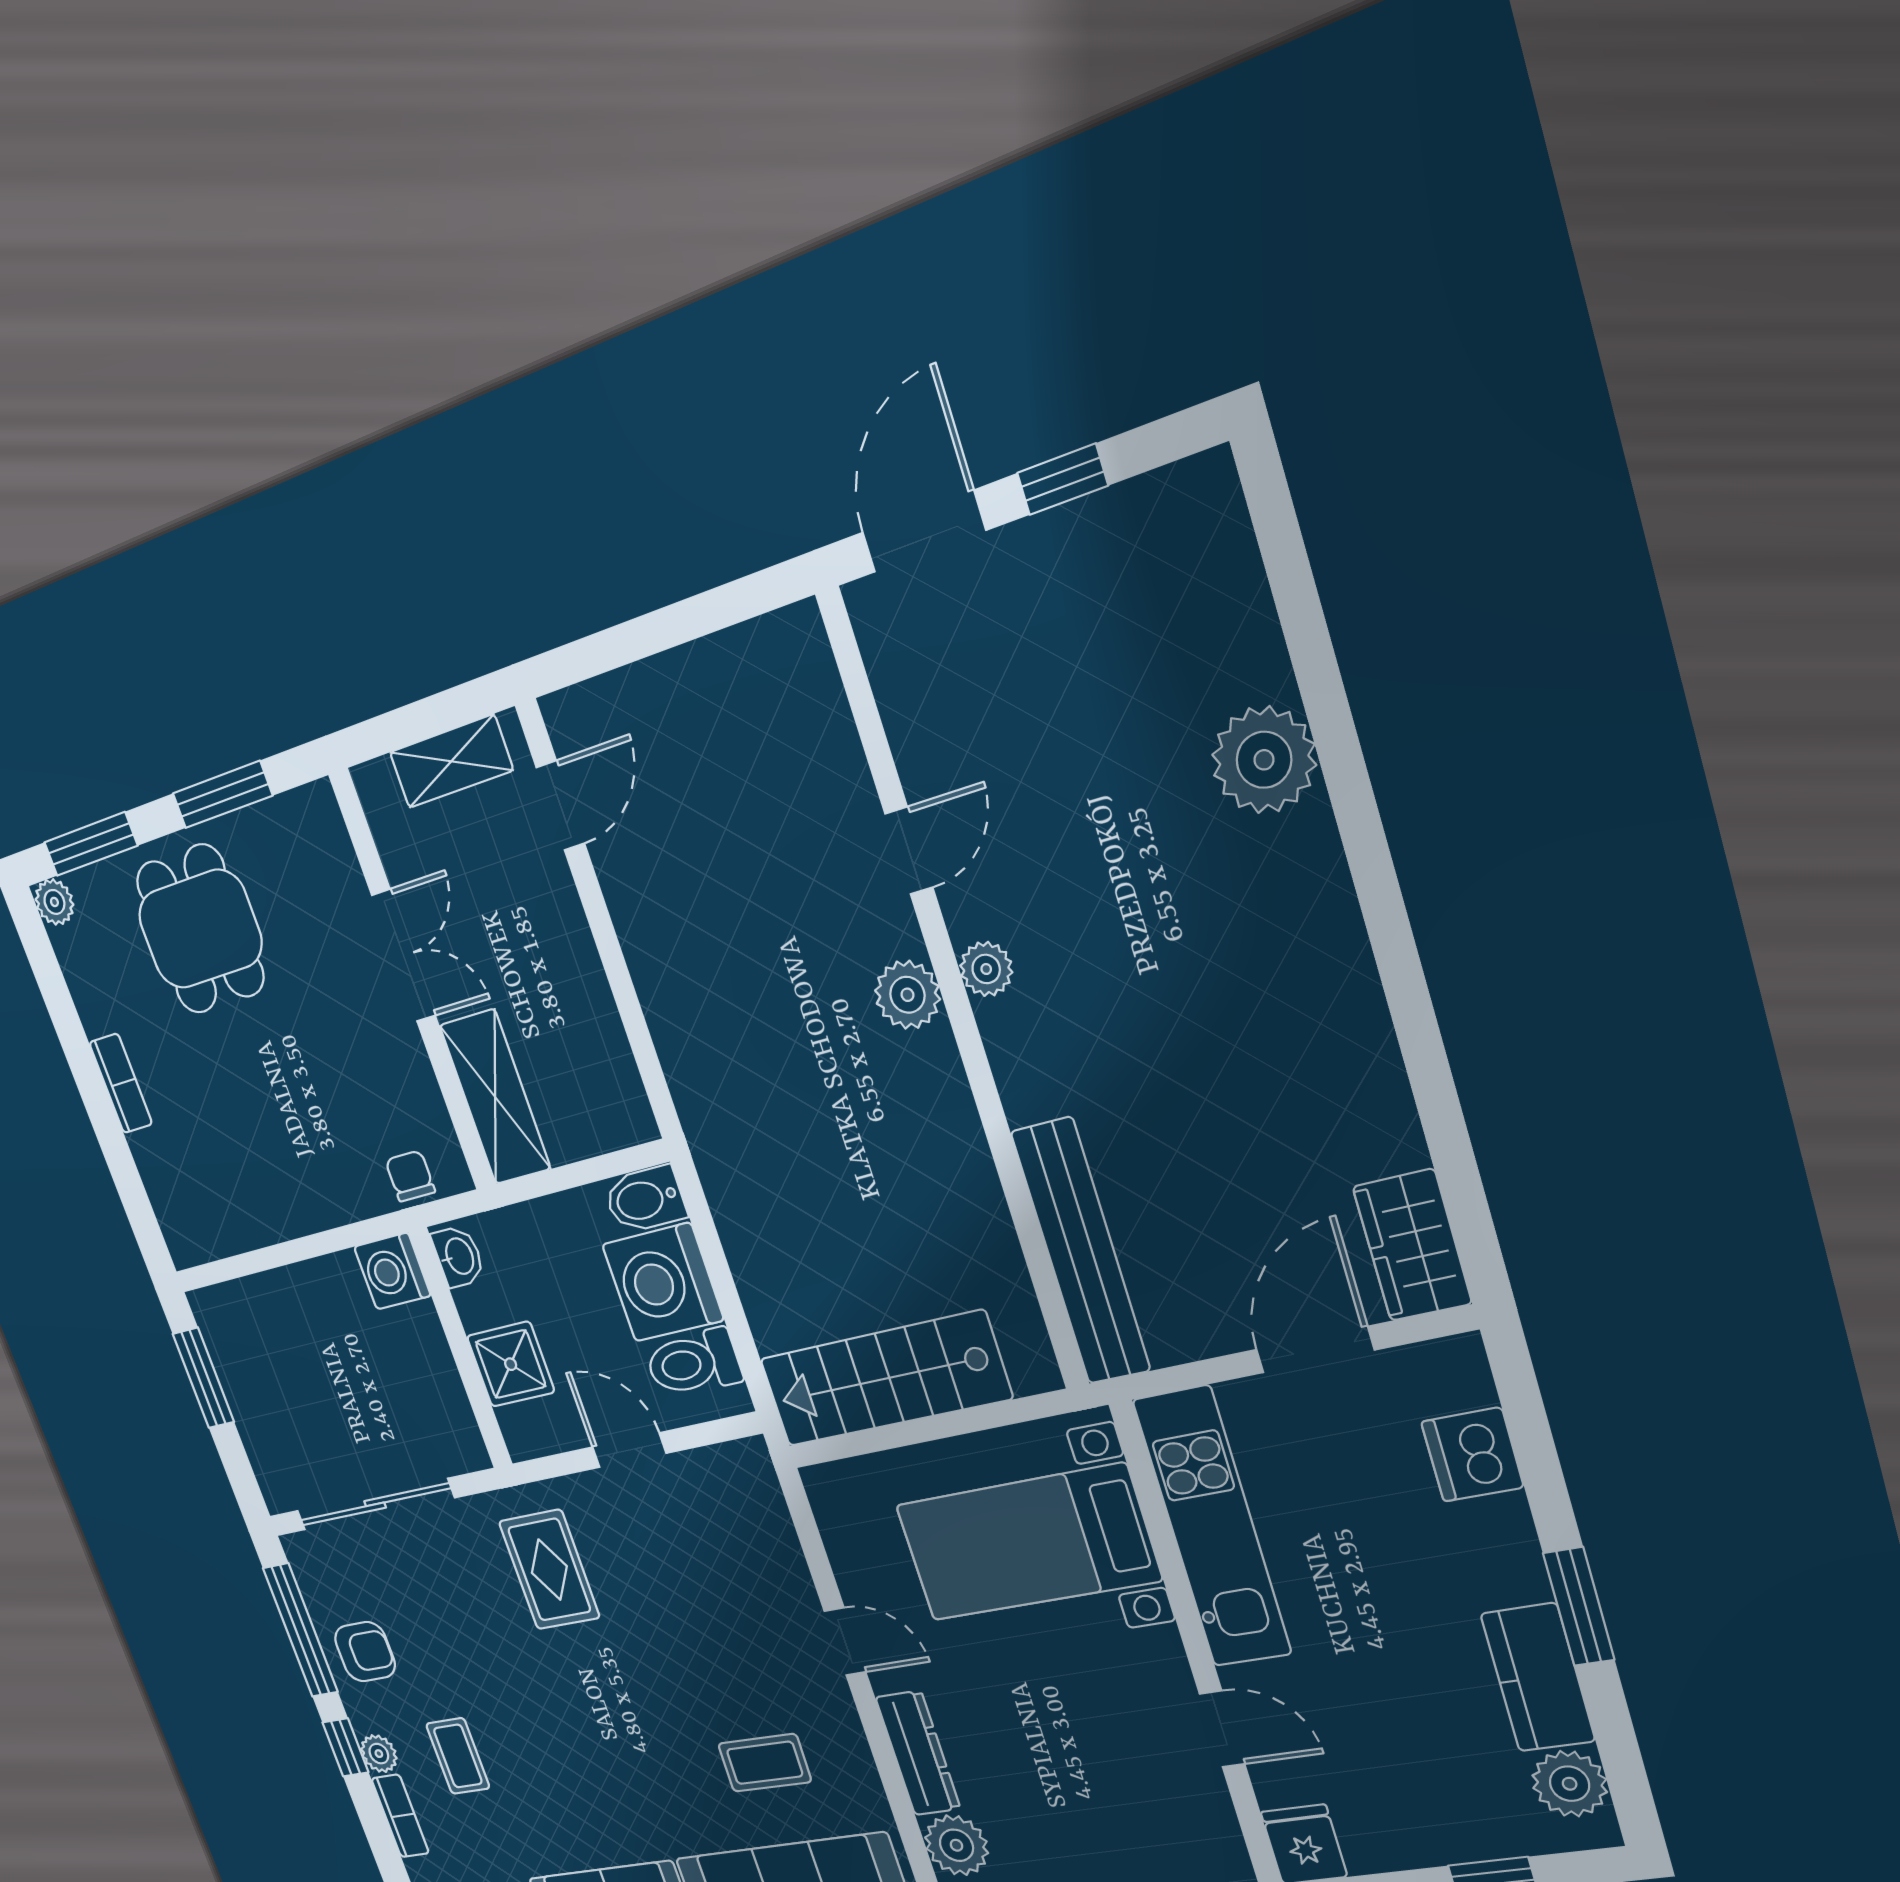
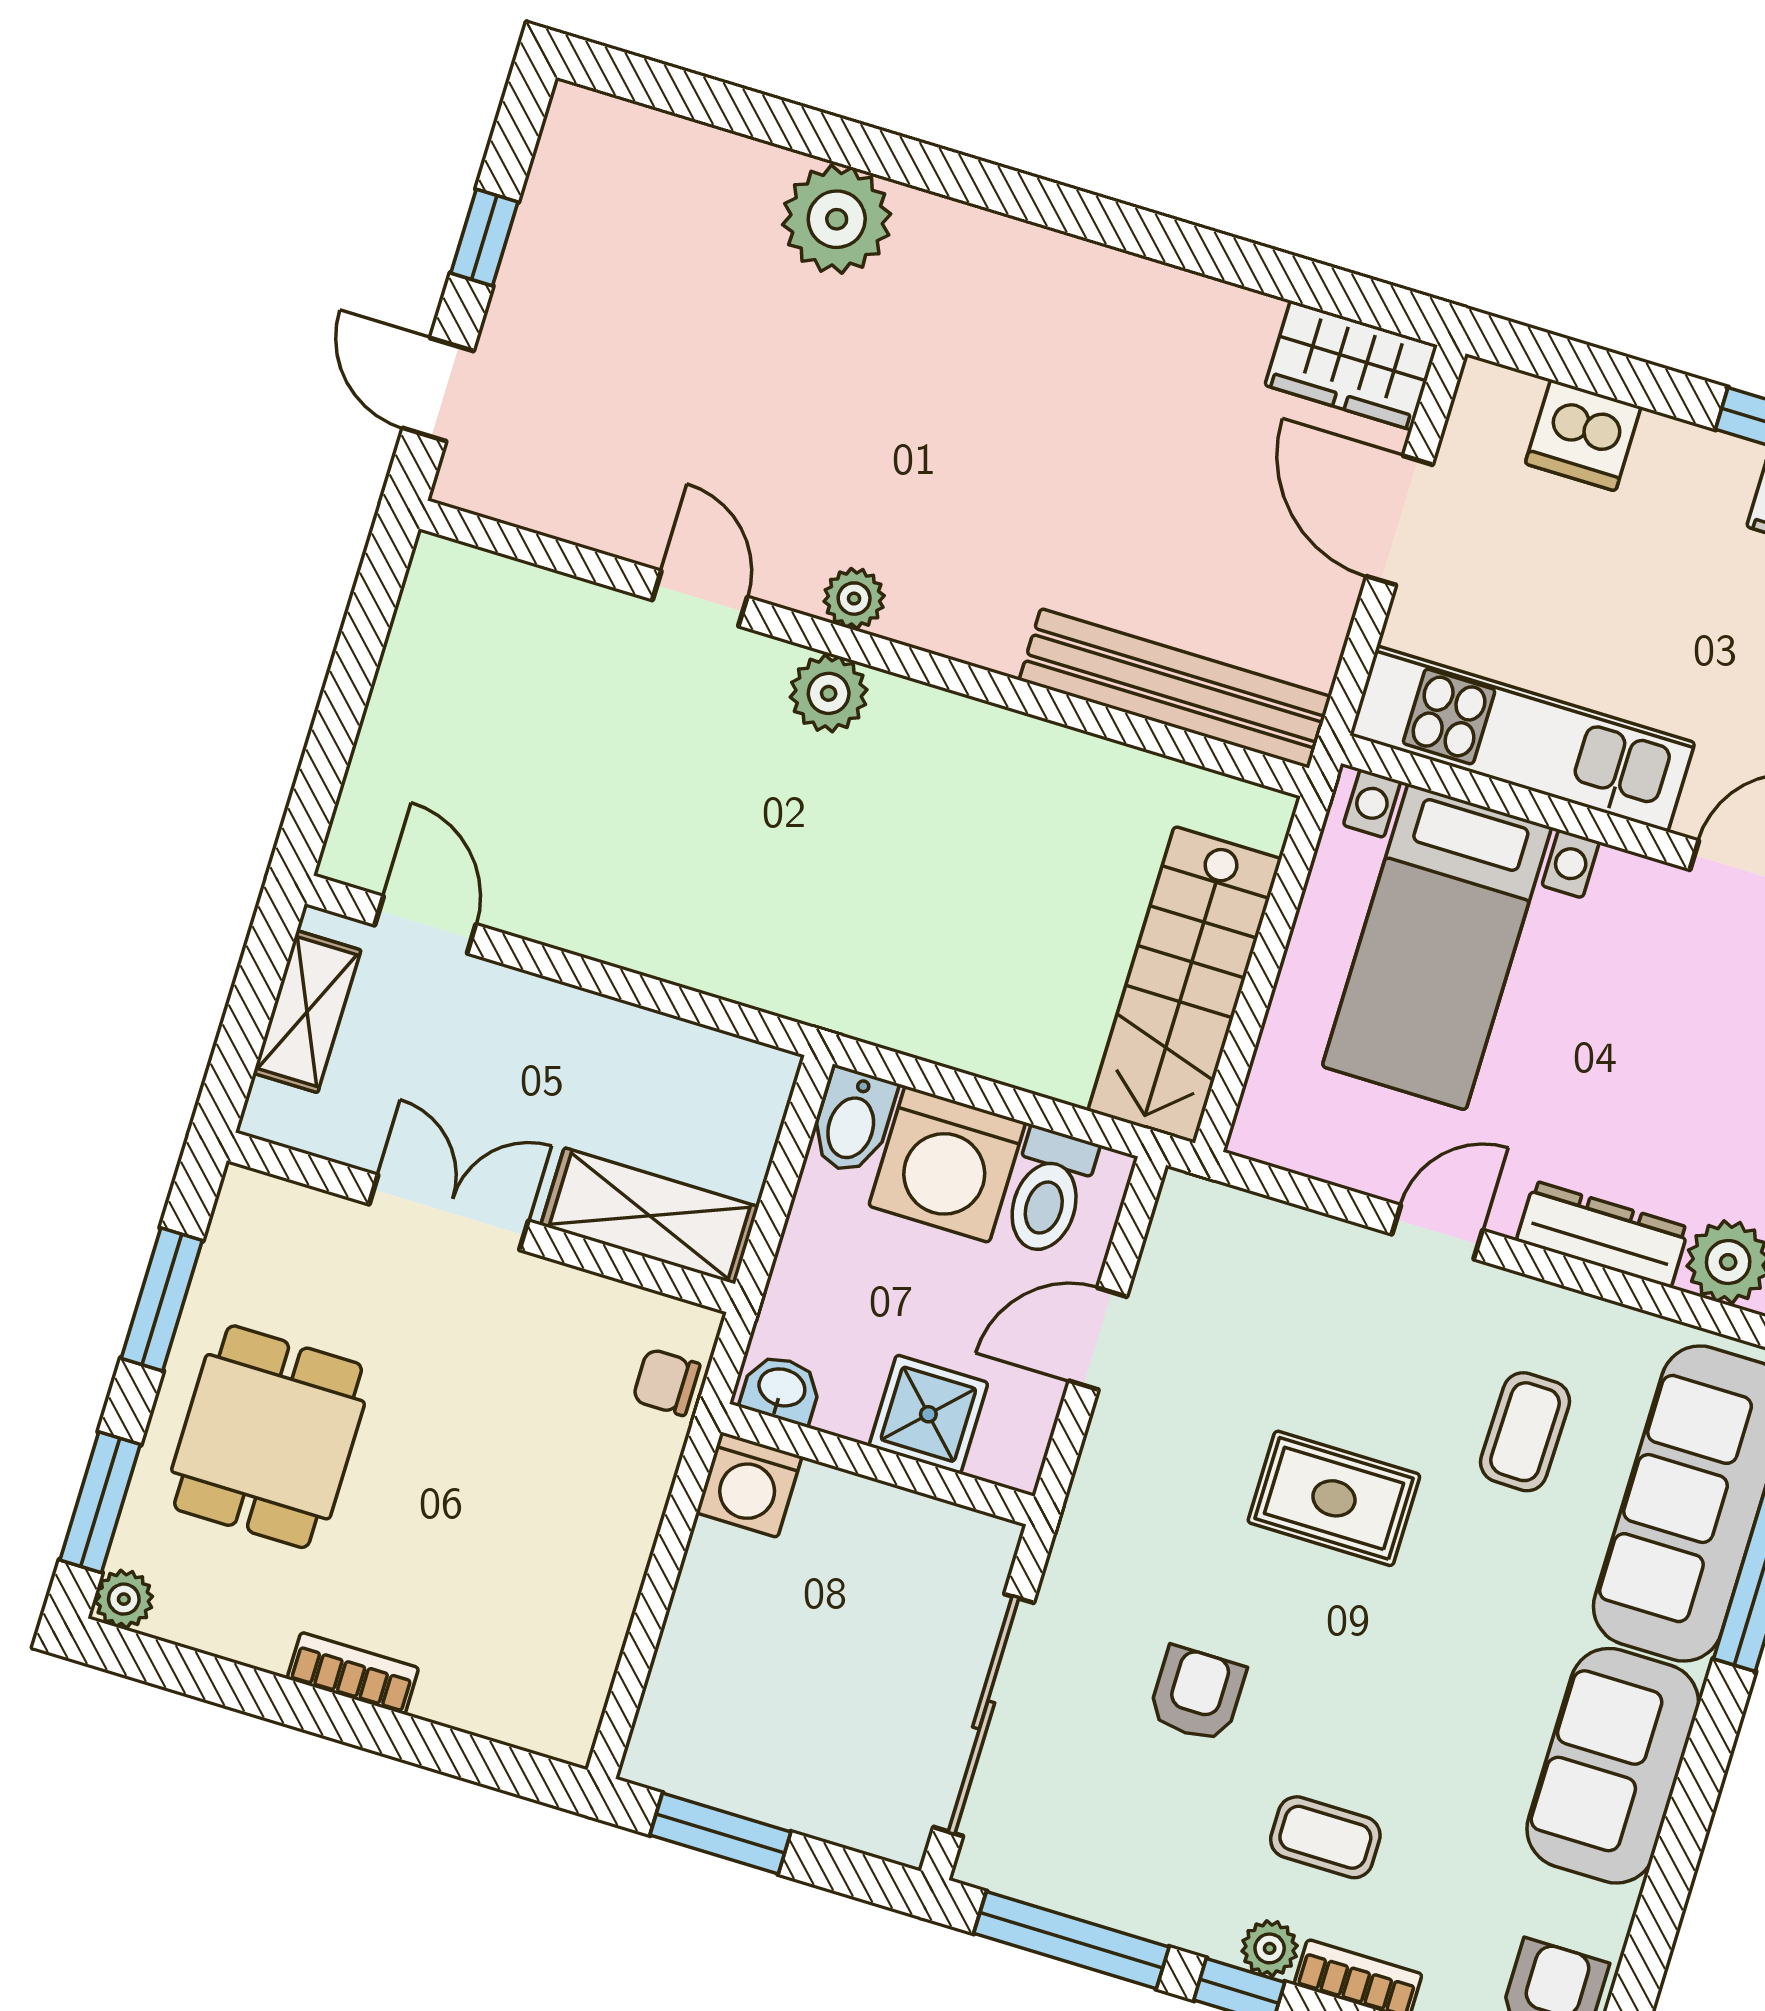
door: (924, 531) -> (438, 390), width x0.73
dining table: (200, 929) -> (268, 1437), turned 90
rug: (549, 1570) -> (1334, 1498), moved
armchair: (365, 1652) -> (1197, 1694), moved

